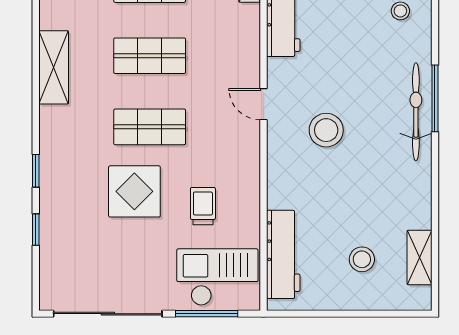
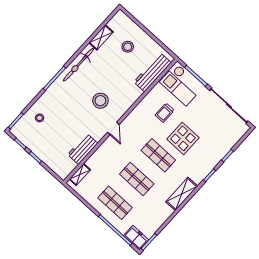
shelving: (54, 67) -> (182, 194), moved
bicycle: (416, 112) -> (78, 65), moved
shelving: (420, 257) -> (101, 37), moved

